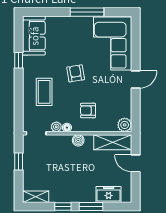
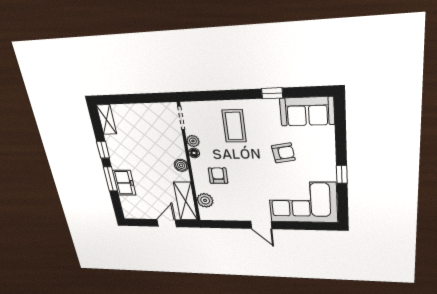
window: (87, 12) -> (342, 174), width x0.46
armchair: (76, 73) -> (283, 153), moved
coffee table: (44, 92) -> (234, 126), turned 90
plant: (125, 125) -> (205, 200), moved
window: (19, 162) -> (143, 98), removed
freezer: (109, 194) -> (124, 183), moved

